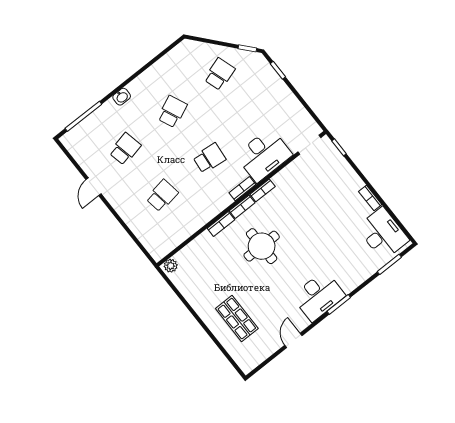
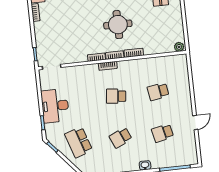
school desk: (220, 74) -> (79, 142), width x1.85
desk: (264, 155) -> (55, 106), moved, turned -90

